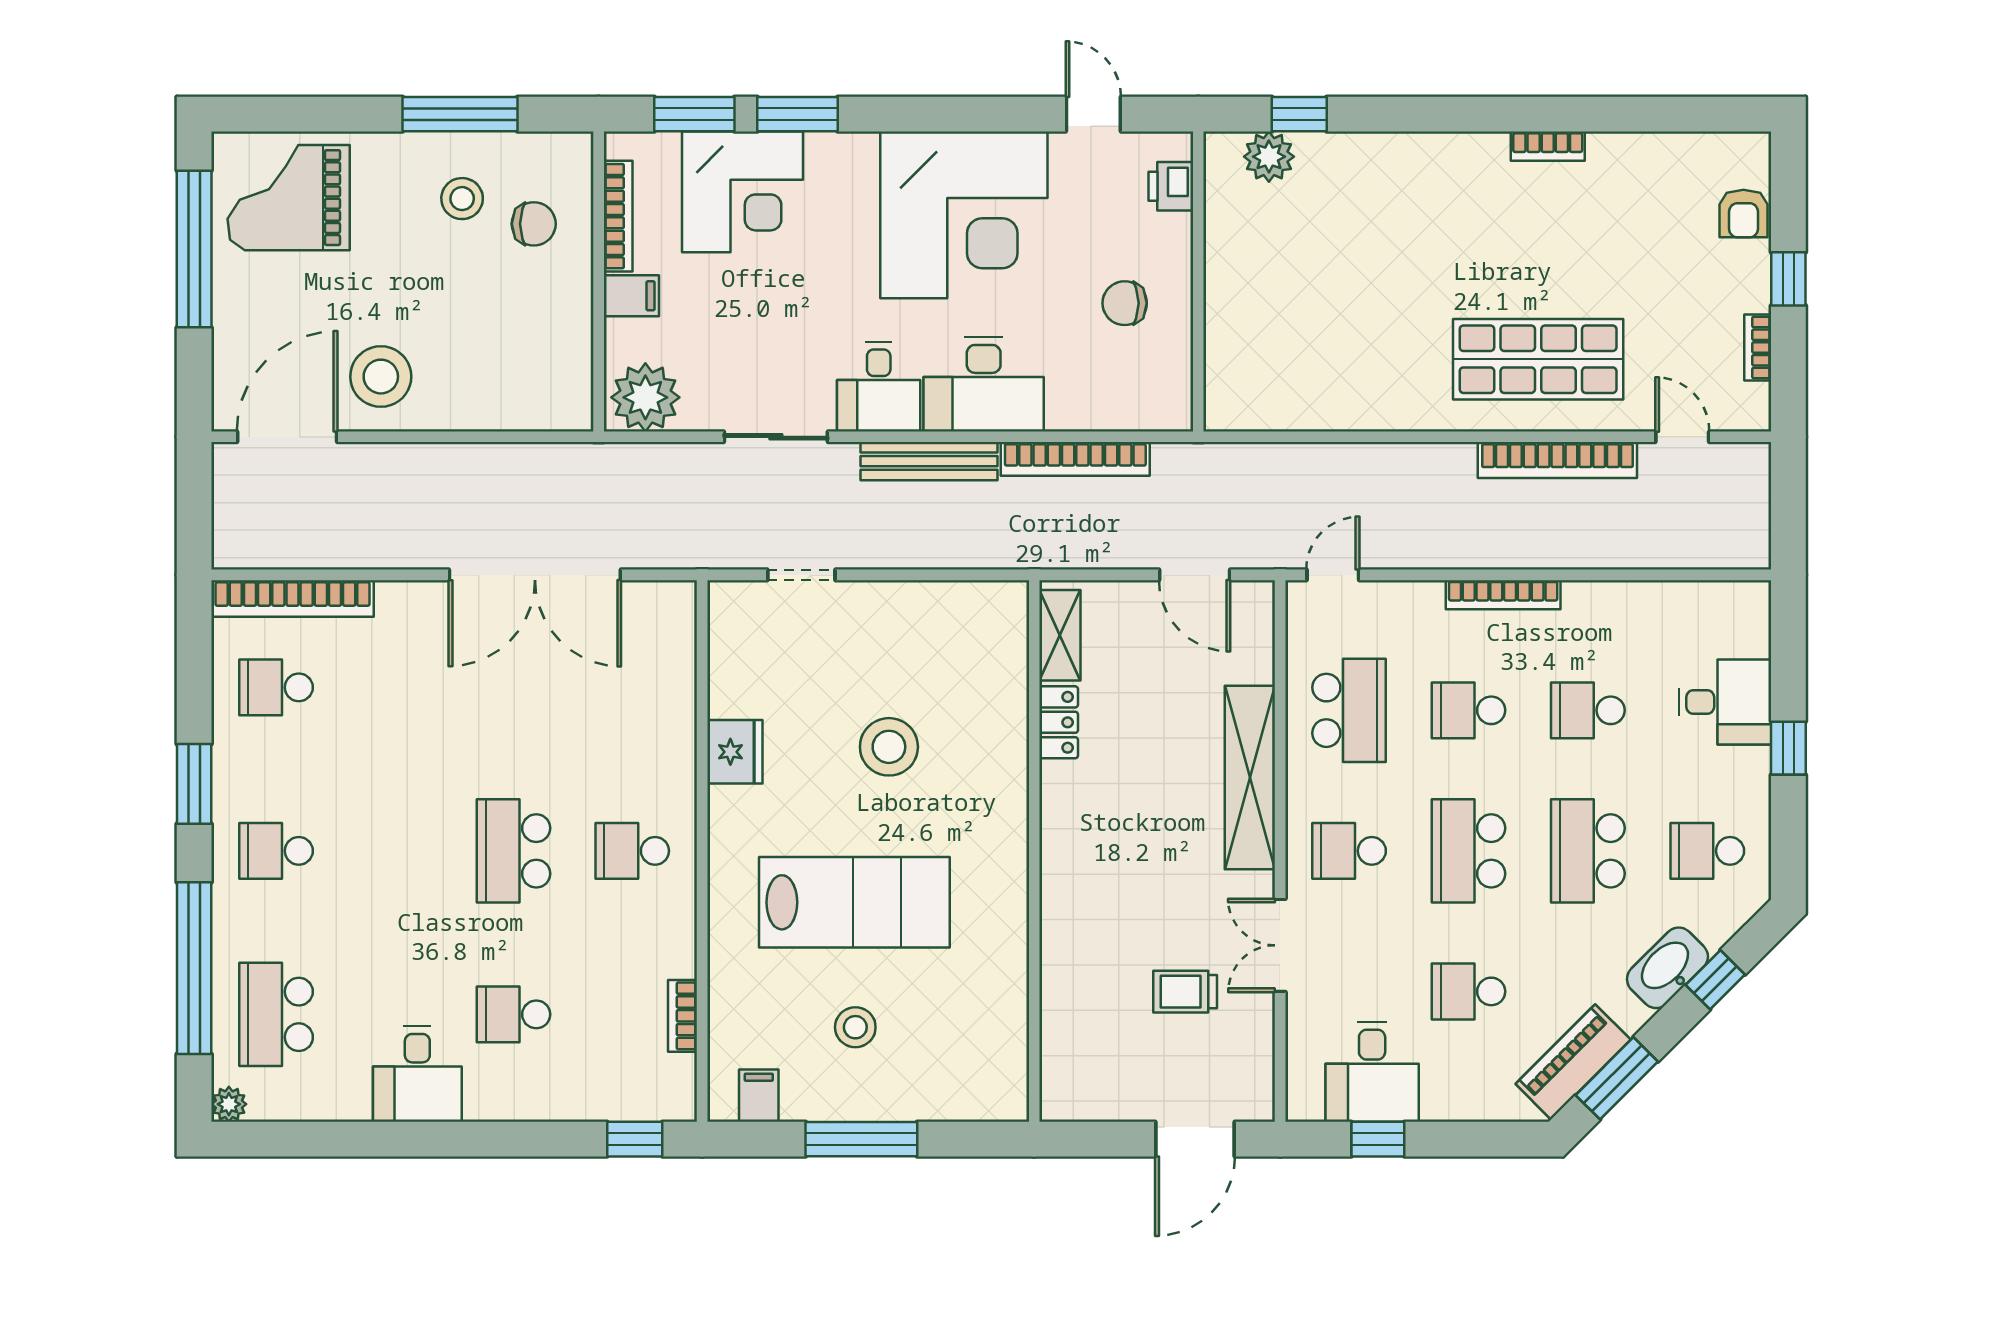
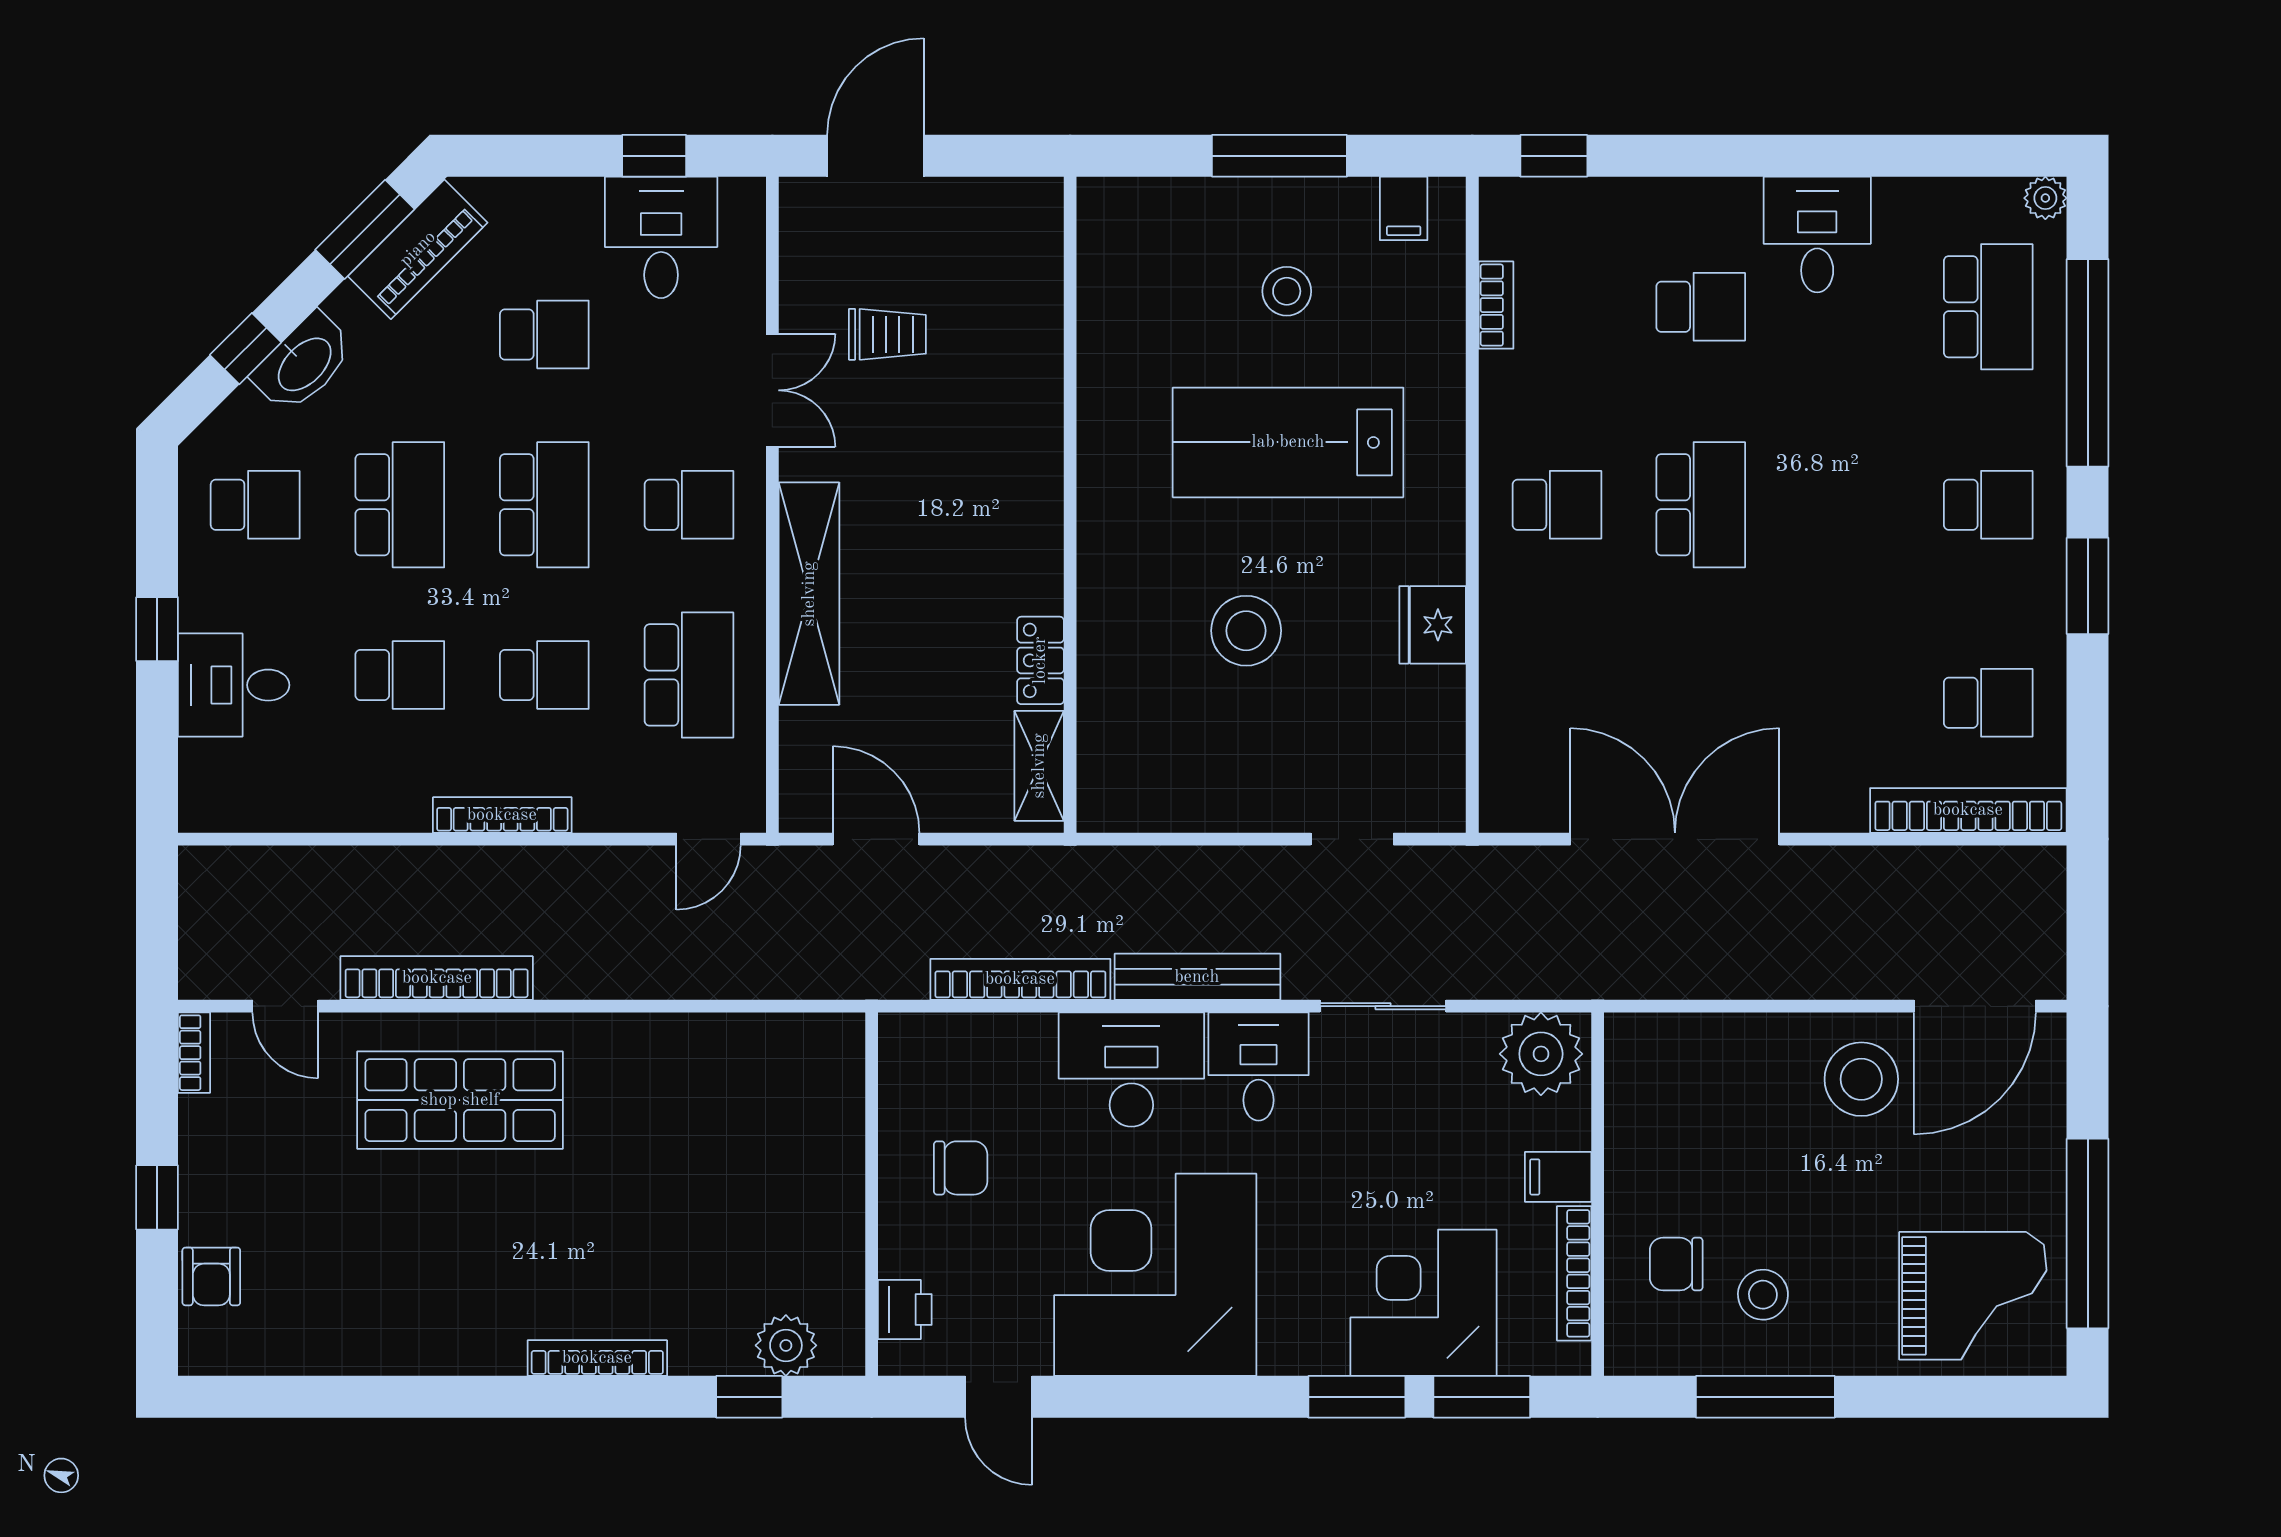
bookcase: (1548, 146) -> (597, 1358), moved, width x1.56
armchair: (1743, 214) -> (211, 1276), turned 180
bookcase: (1758, 348) -> (194, 1053), moved
school desk: (1349, 710) -> (689, 675), turned 180

